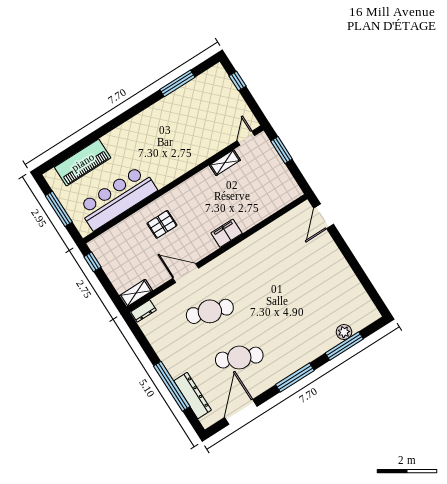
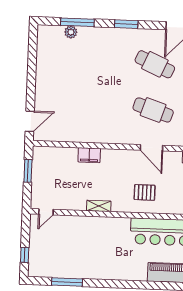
window: (281, 150) -> (28, 171), moved
shelving: (225, 163) -> (99, 206), moved
filing cabinet: (227, 233) -> (89, 155), moved
window: (295, 378) -> (126, 24), width x0.69

